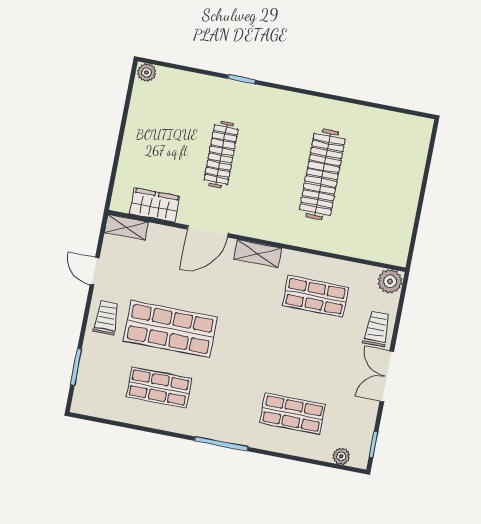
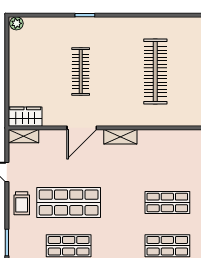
wardrobe: (155, 205) -> (25, 117), moved
shop shelf: (315, 296) -> (167, 202), moved
trolley: (106, 318) -> (22, 203), turned 180

